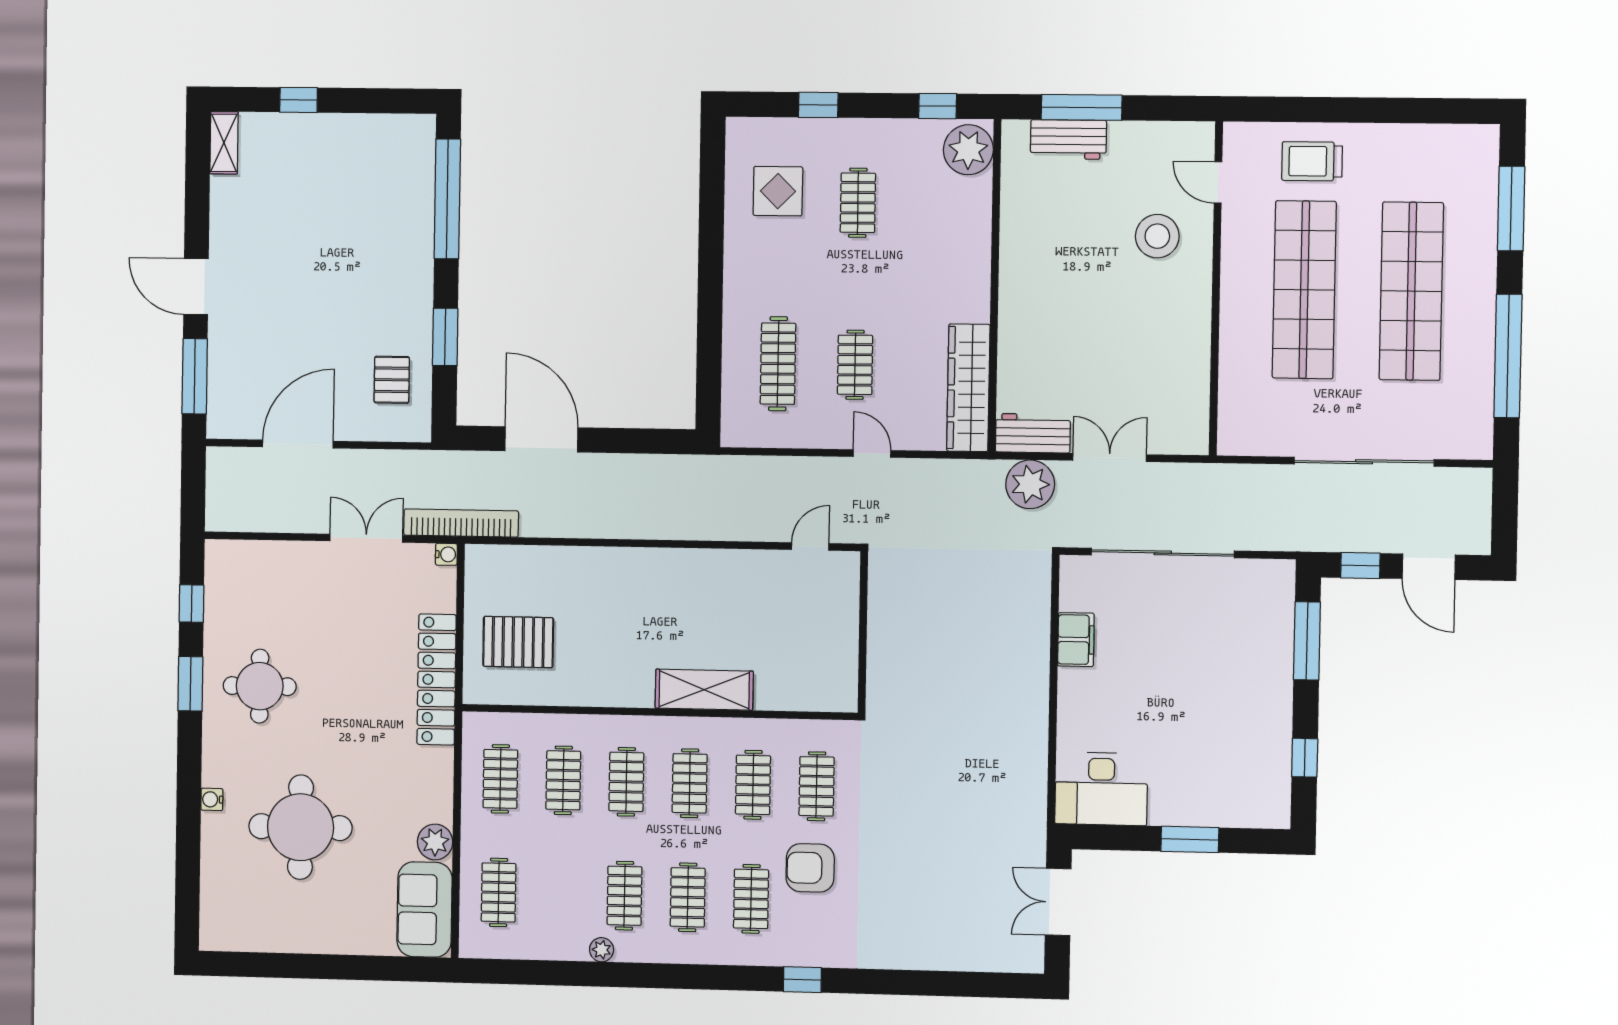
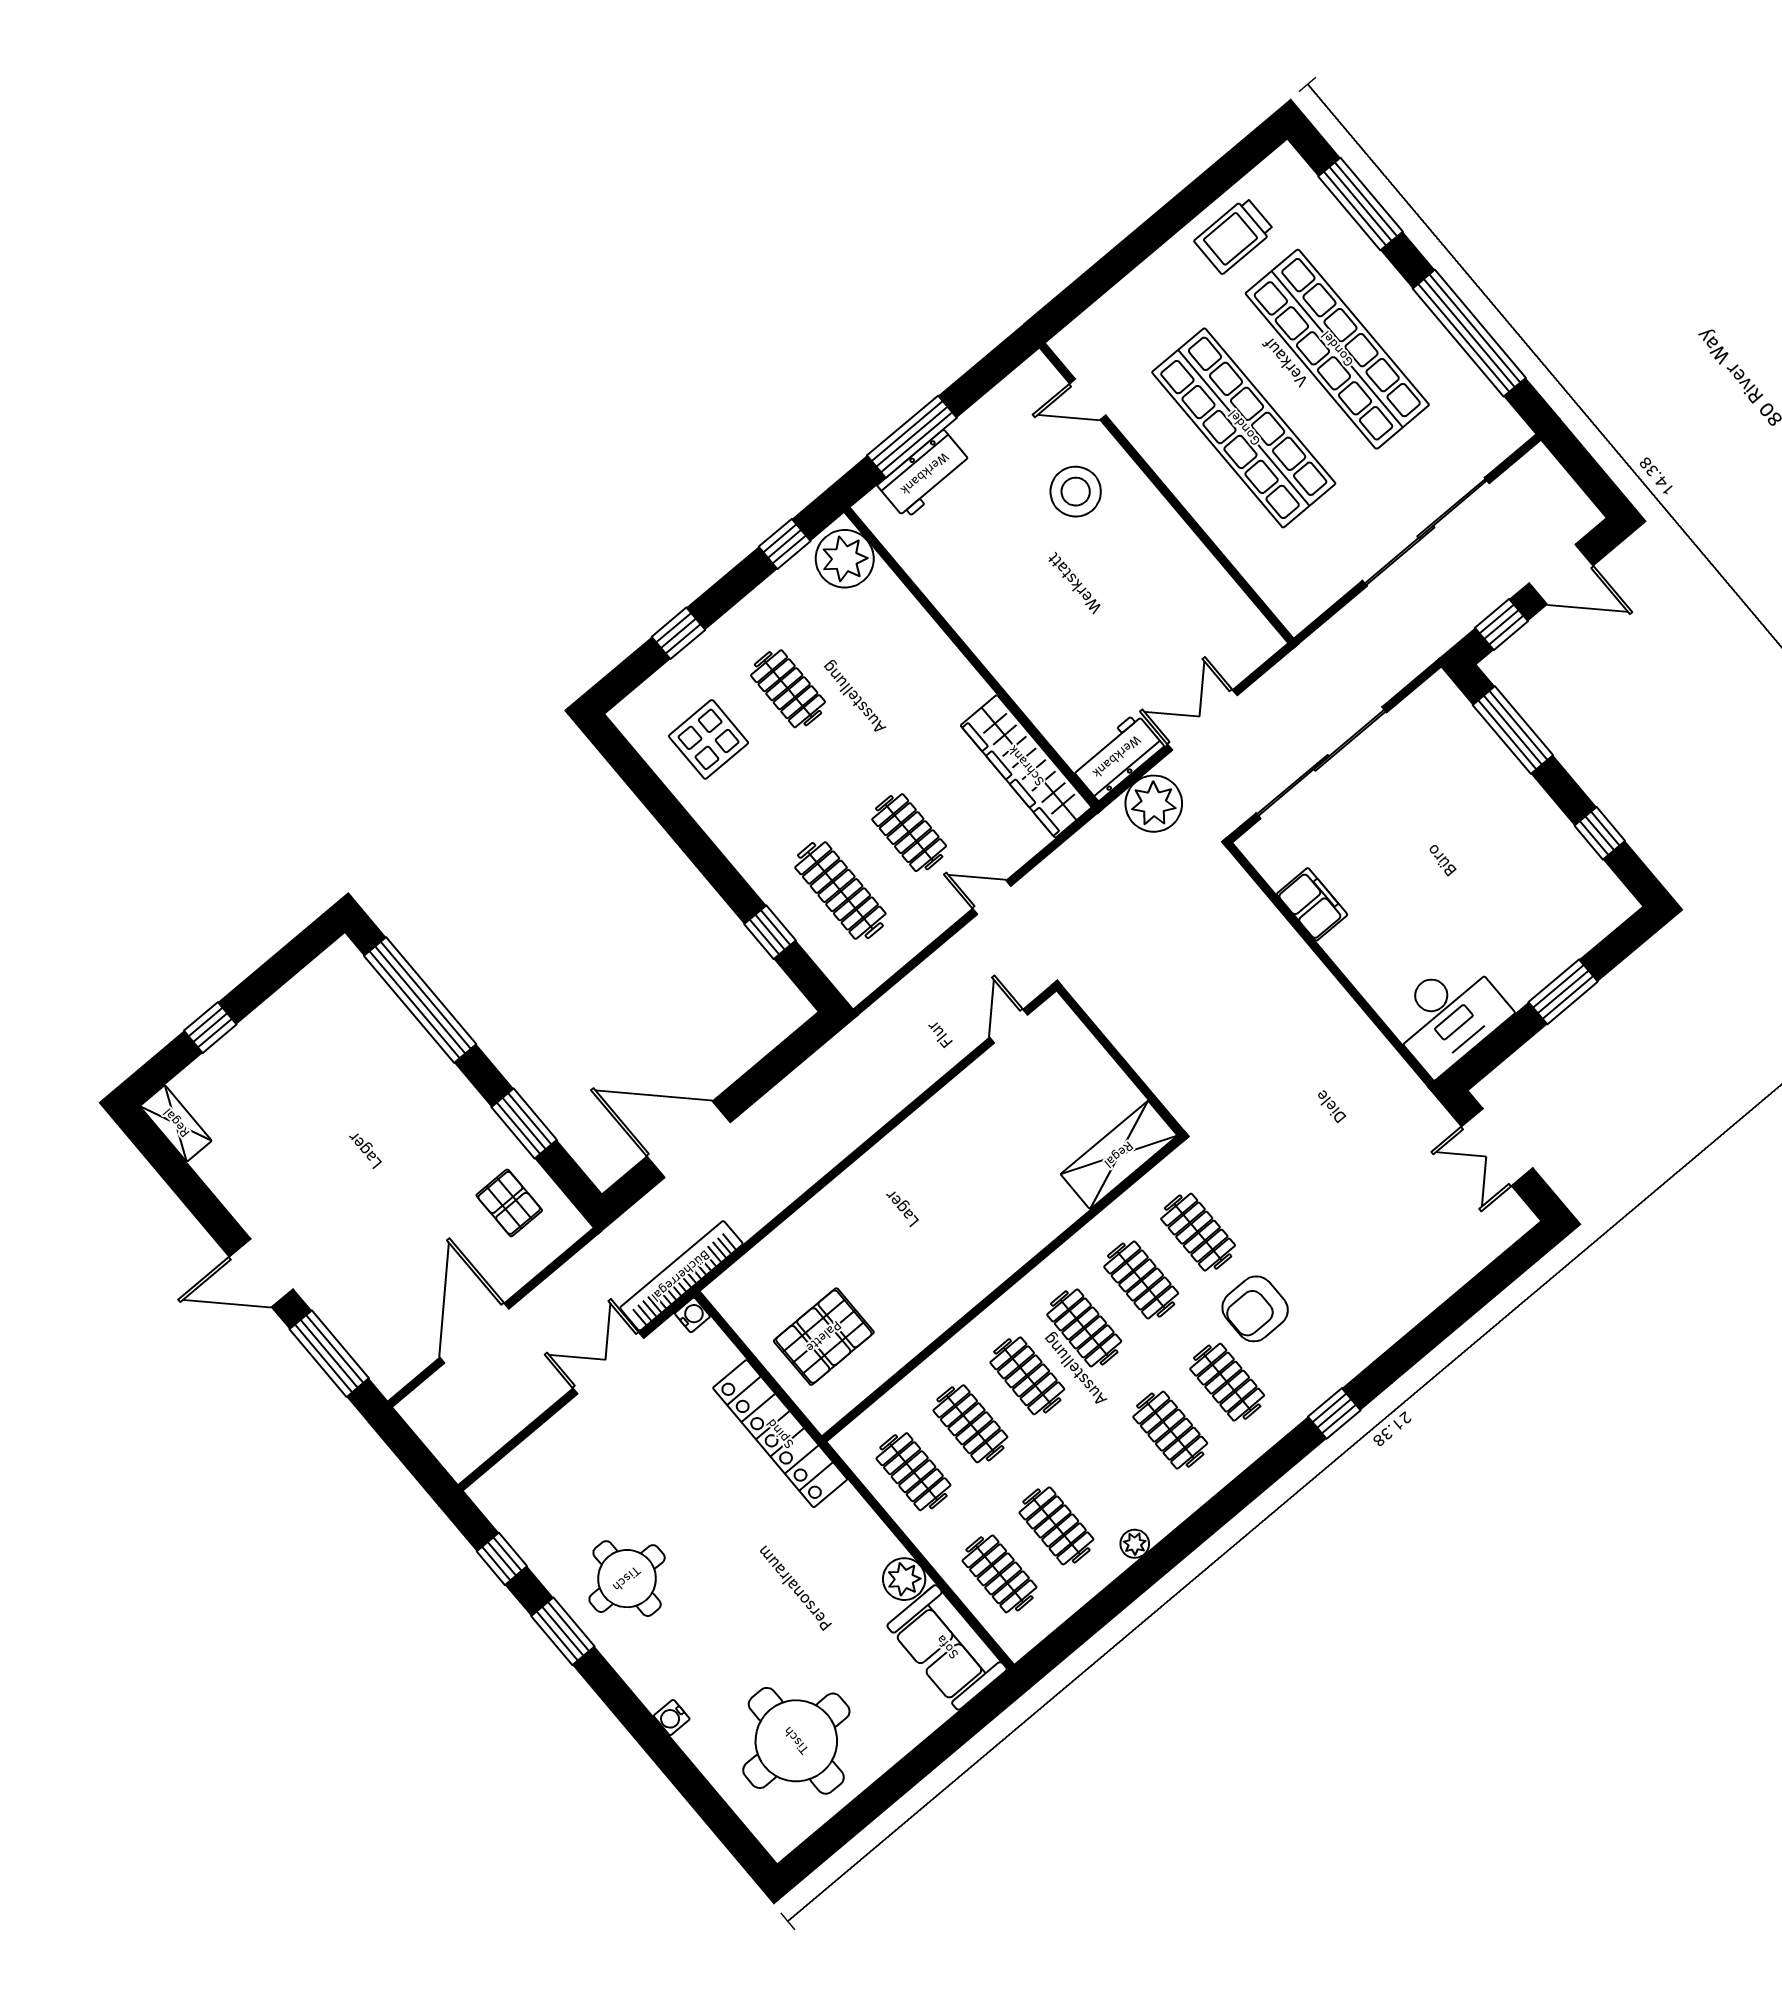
trolley: (1312, 161) -> (1234, 236), moved
window: (709, 351) -> (770, 932), added
shelving: (704, 690) -> (1119, 1155), moved
round table: (301, 827) -> (796, 1741), moved
clothes rail: (624, 896) -> (1056, 1526), moved

